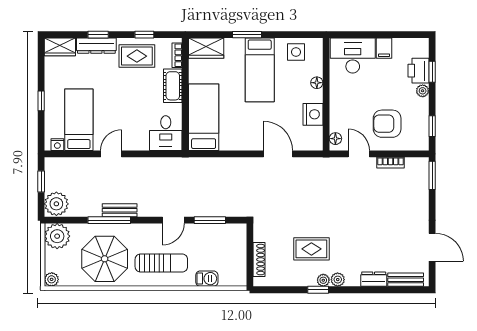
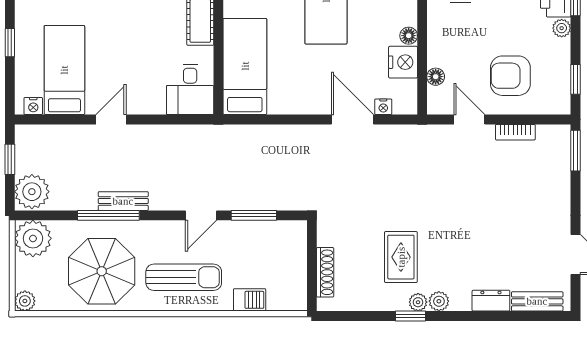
floor lamp: (317, 83) -> (409, 36), moved
floor lamp: (335, 139) -> (436, 77), moved
nightstand: (299, 145) -> (383, 107), added
rug: (311, 249) -> (401, 257), turned 90

